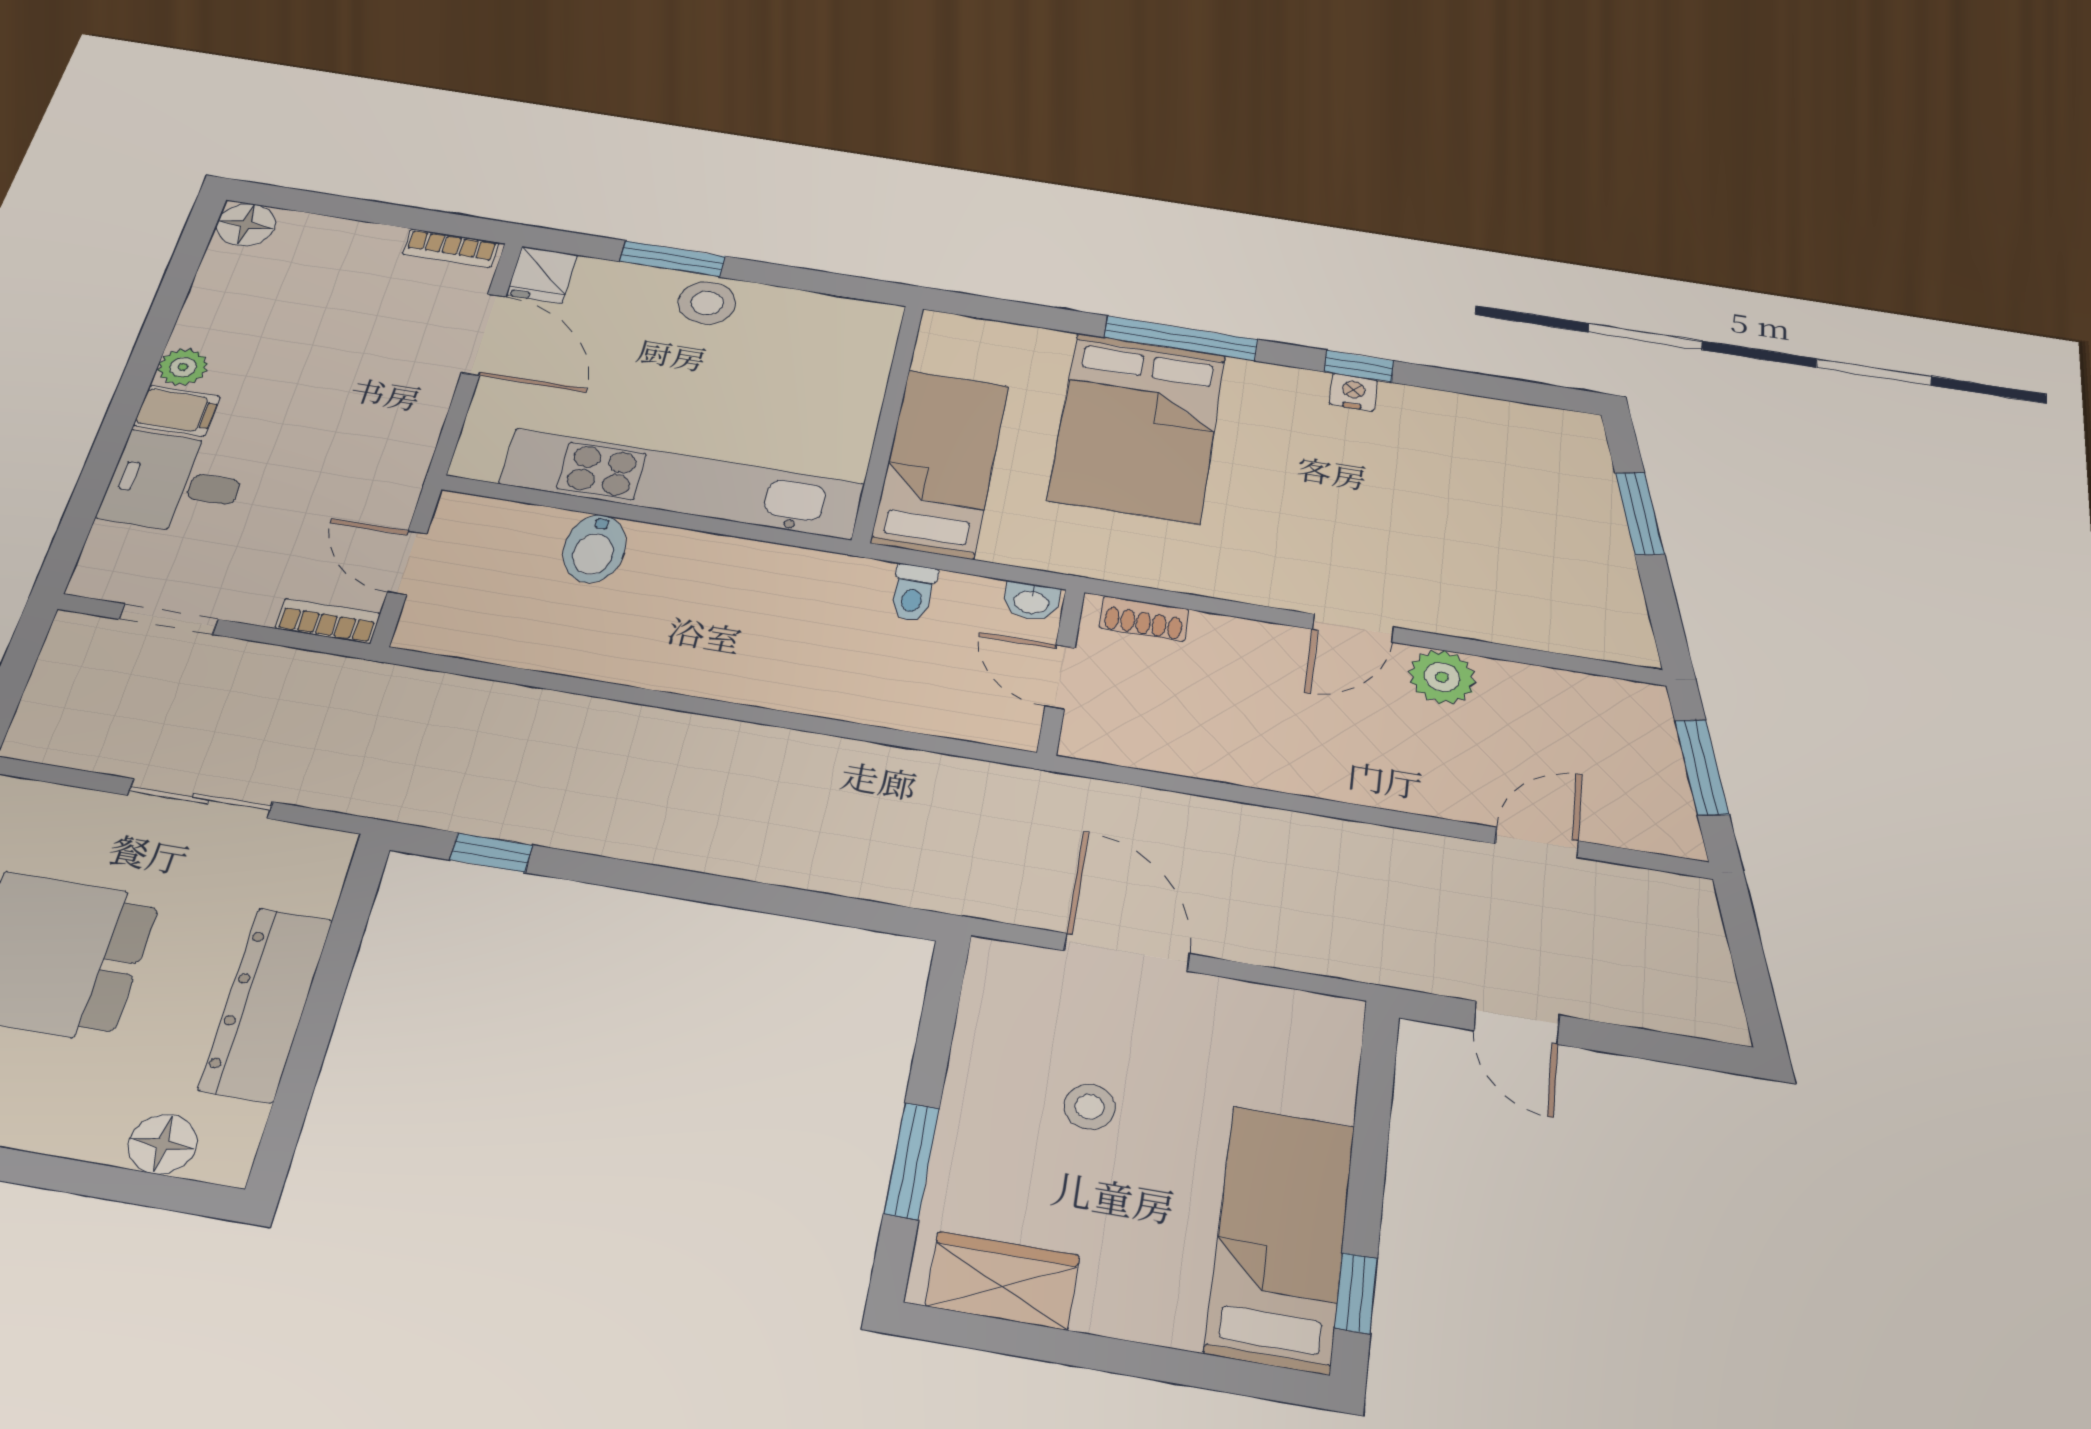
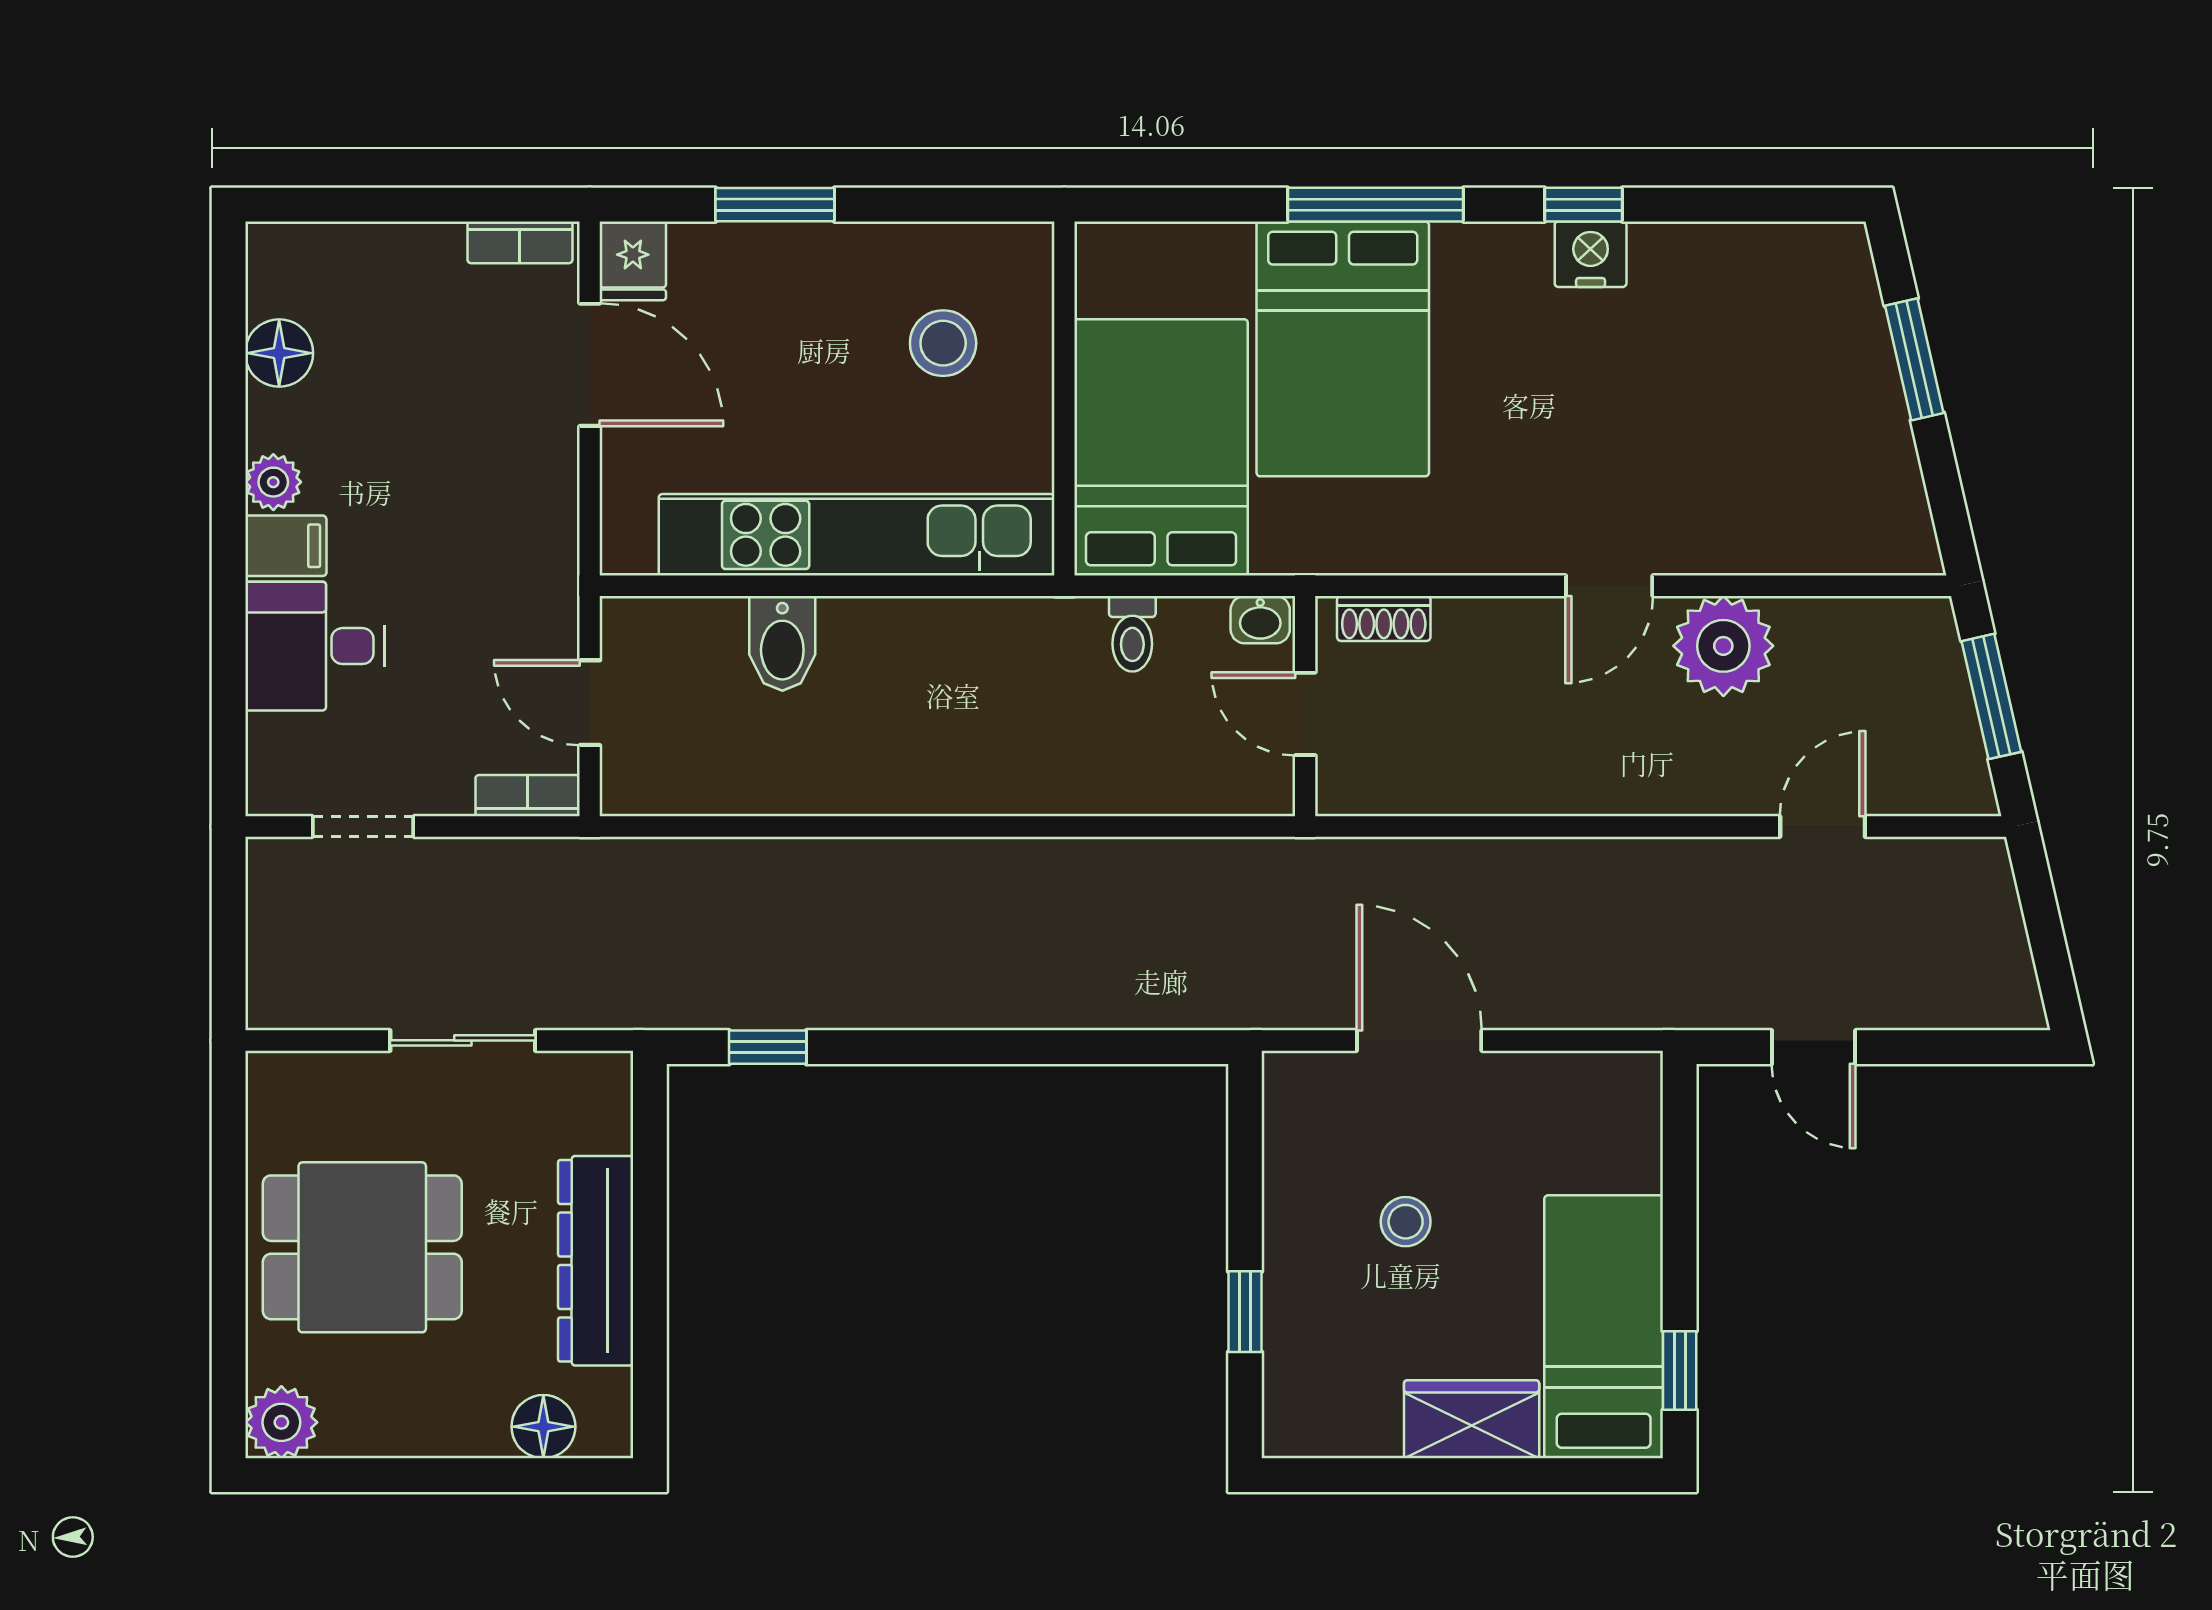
floor lamp: (246, 225) -> (279, 353), moved
stool: (707, 303) -> (943, 343), moved
nightstand: (1353, 392) -> (1591, 254), width x1.39, depth x1.35
bed: (940, 463) -> (1161, 447), width x1.50
plant: (1442, 677) -> (1723, 646), width x1.36, depth x1.36
window: (912, 1161) -> (1245, 1312), width x0.67
wardrobe: (1003, 1281) -> (1472, 1419), moved

